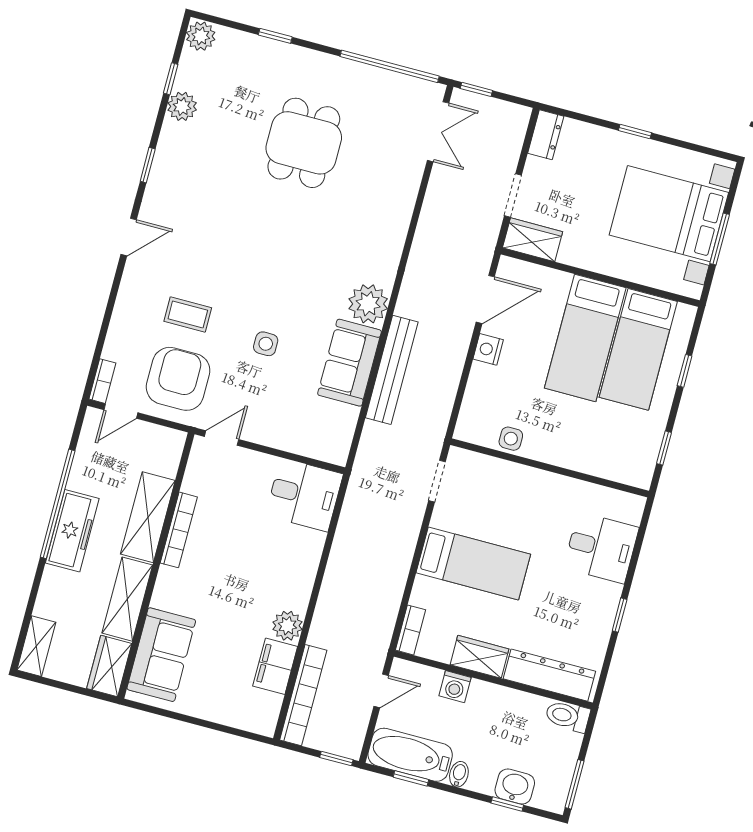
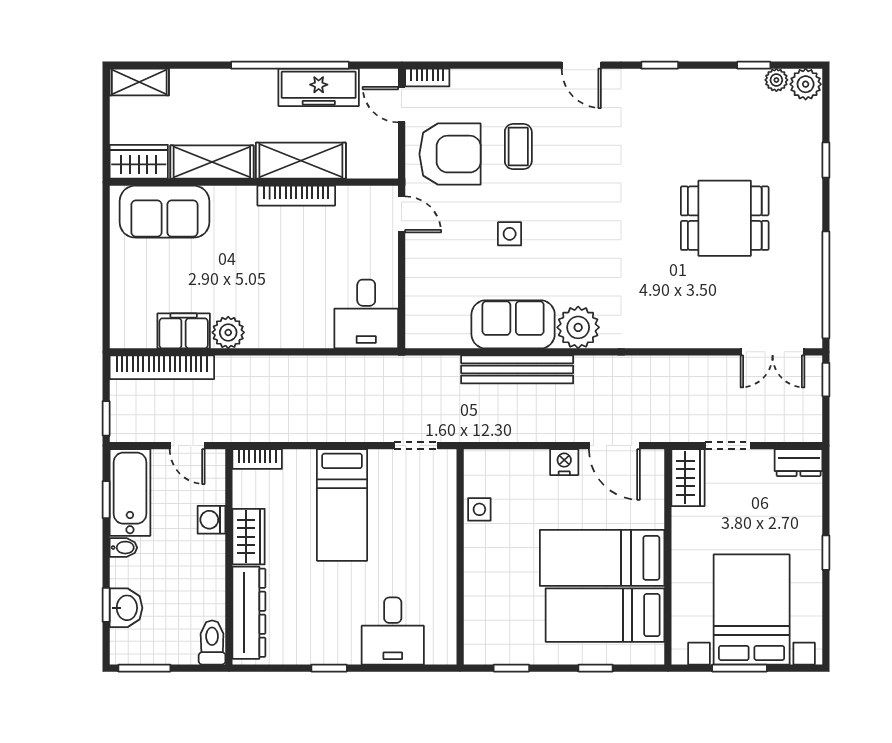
plant: (182, 106) -> (776, 80), moved, width x0.73, depth x0.73
freezer: (72, 531) -> (319, 87), moved

